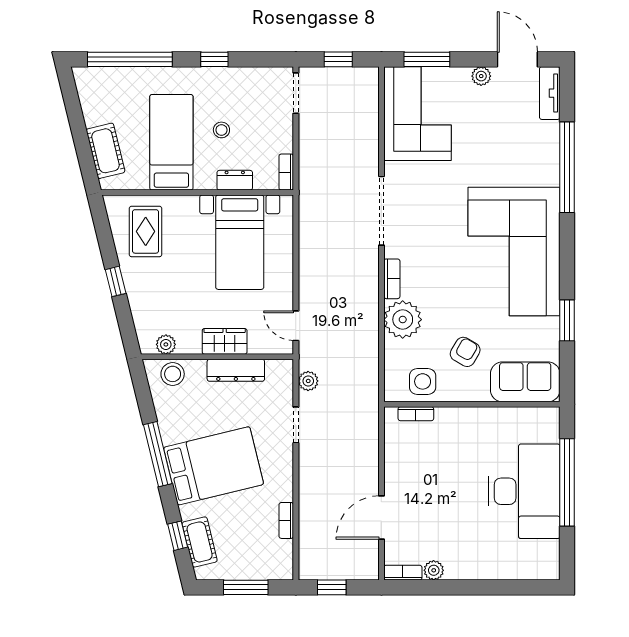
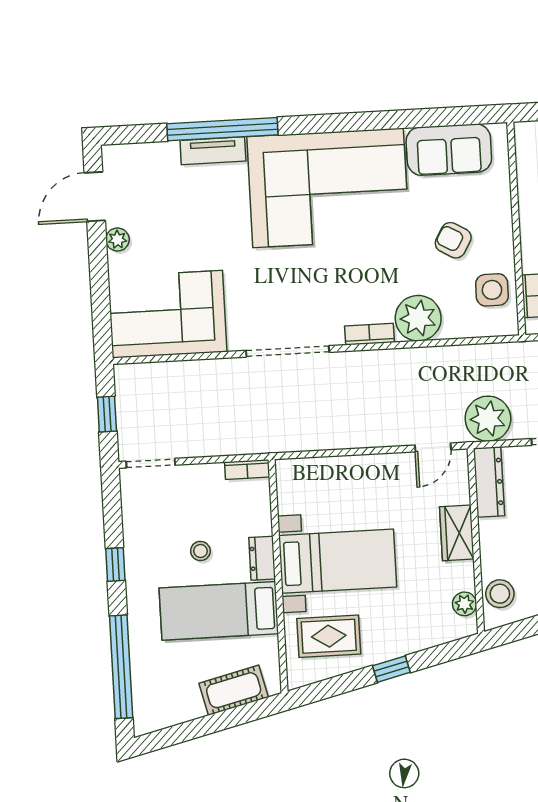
window: (427, 59) -> (101, 307), removed
tv unit: (550, 93) -> (213, 151), moved
dresser: (235, 180) -> (262, 558), moved
bed with nightstands: (240, 242) -> (338, 561), moved
window: (567, 320) -> (408, 119), removed
dresser: (236, 370) -> (489, 482), moved
plant: (308, 381) -> (488, 419), width x1.87, depth x1.87
sofa: (525, 382) -> (449, 150), moved, turned -90

